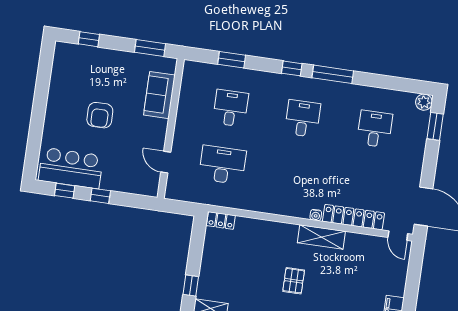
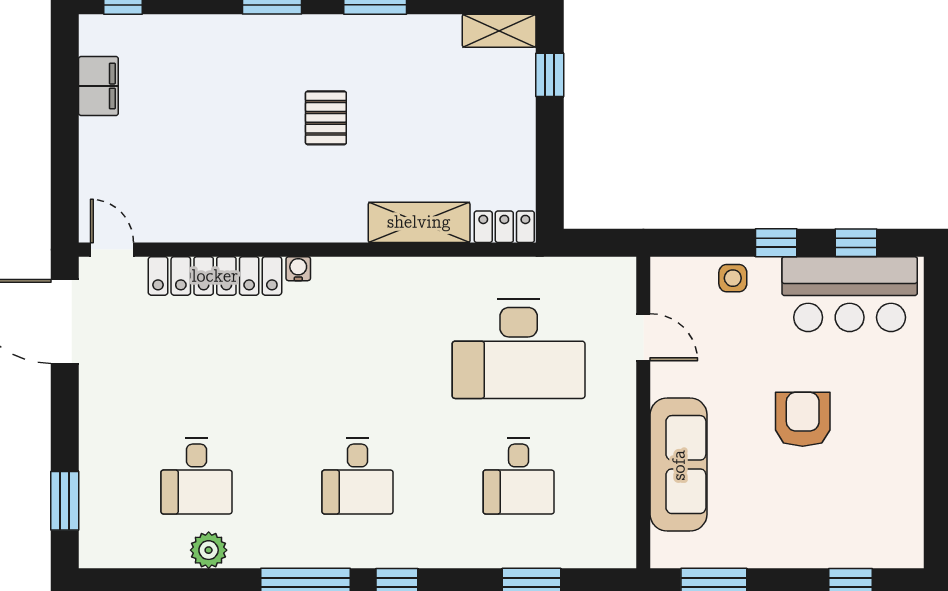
sofa: (159, 95) -> (679, 465), width x1.36
plant: (424, 102) -> (209, 550), moved
desk: (222, 165) -> (519, 349), width x1.36, depth x1.30
side table: (122, 183) -> (733, 278), added
shelving: (321, 237) -> (419, 222), moved

